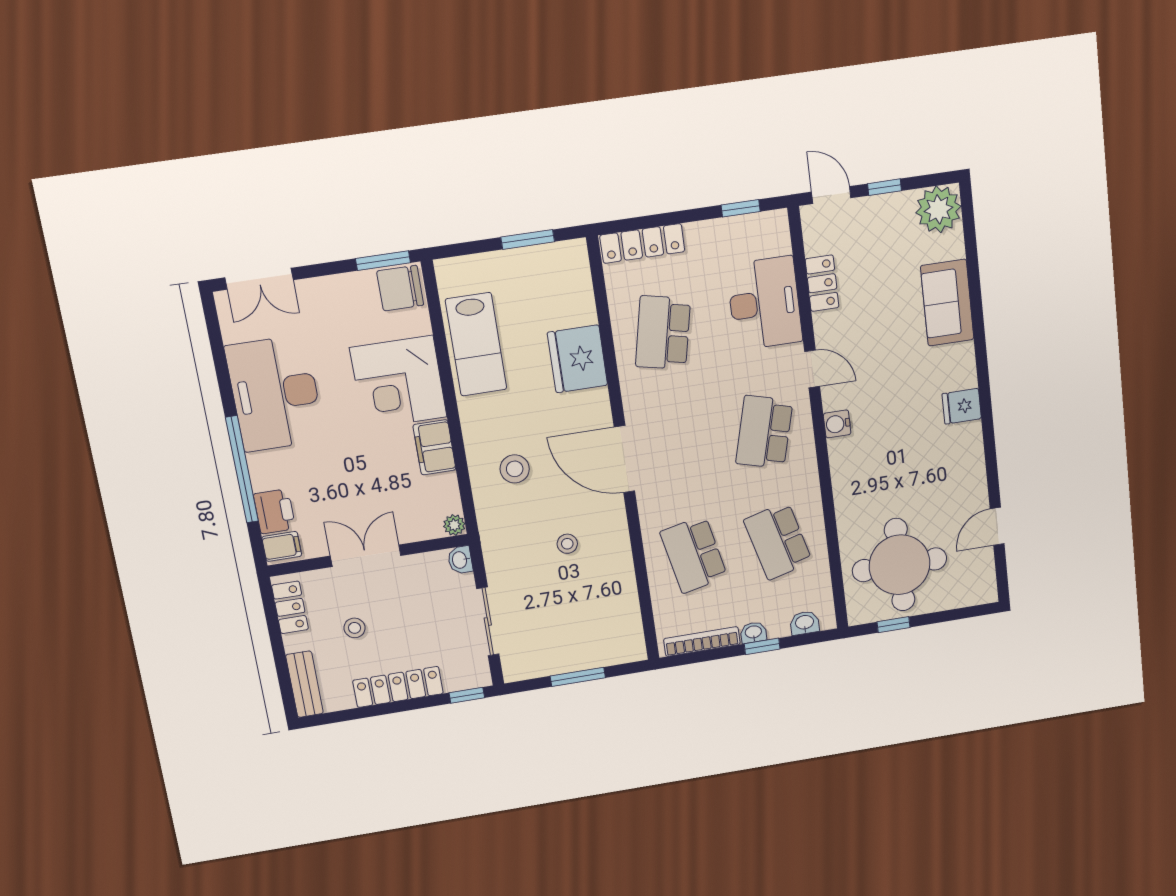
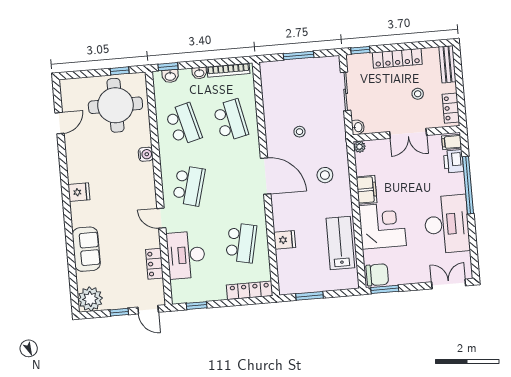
fridge: (577, 359) -> (285, 240), width x0.53, depth x0.75
water cooler: (837, 424) -> (146, 154), moved
window: (762, 646) -> (168, 67), moved

